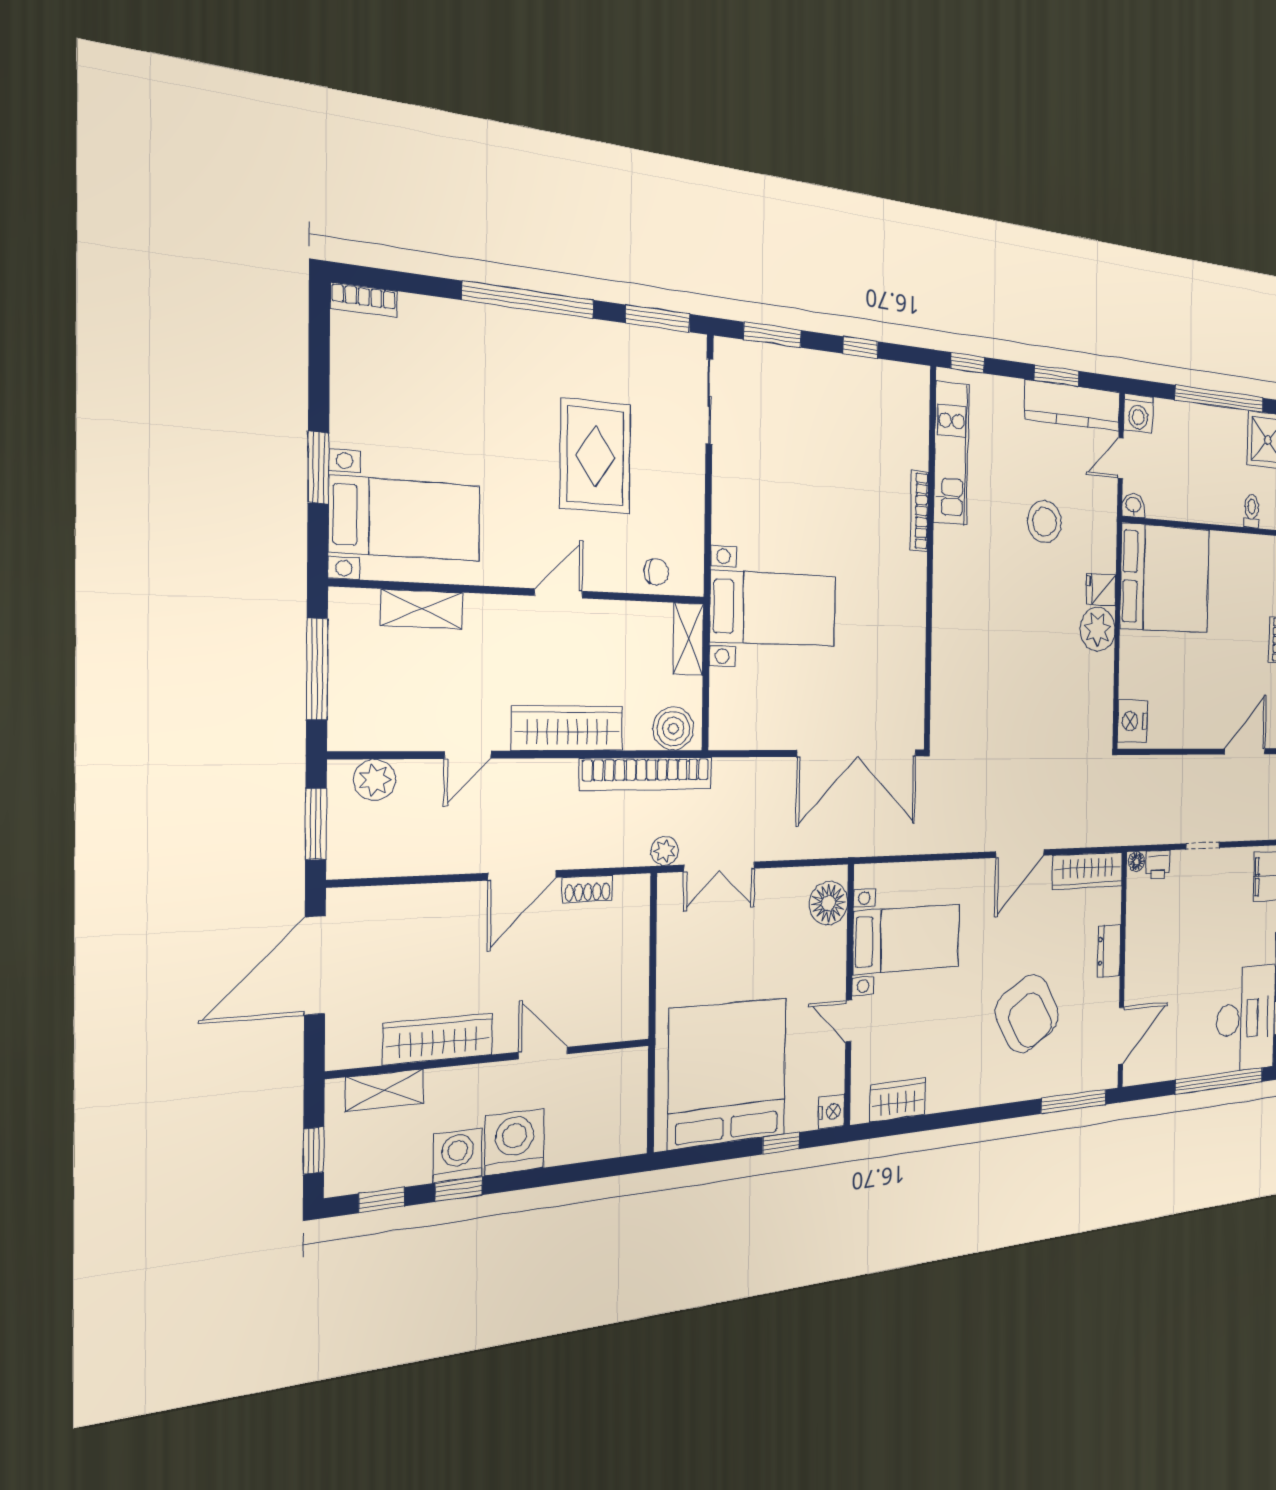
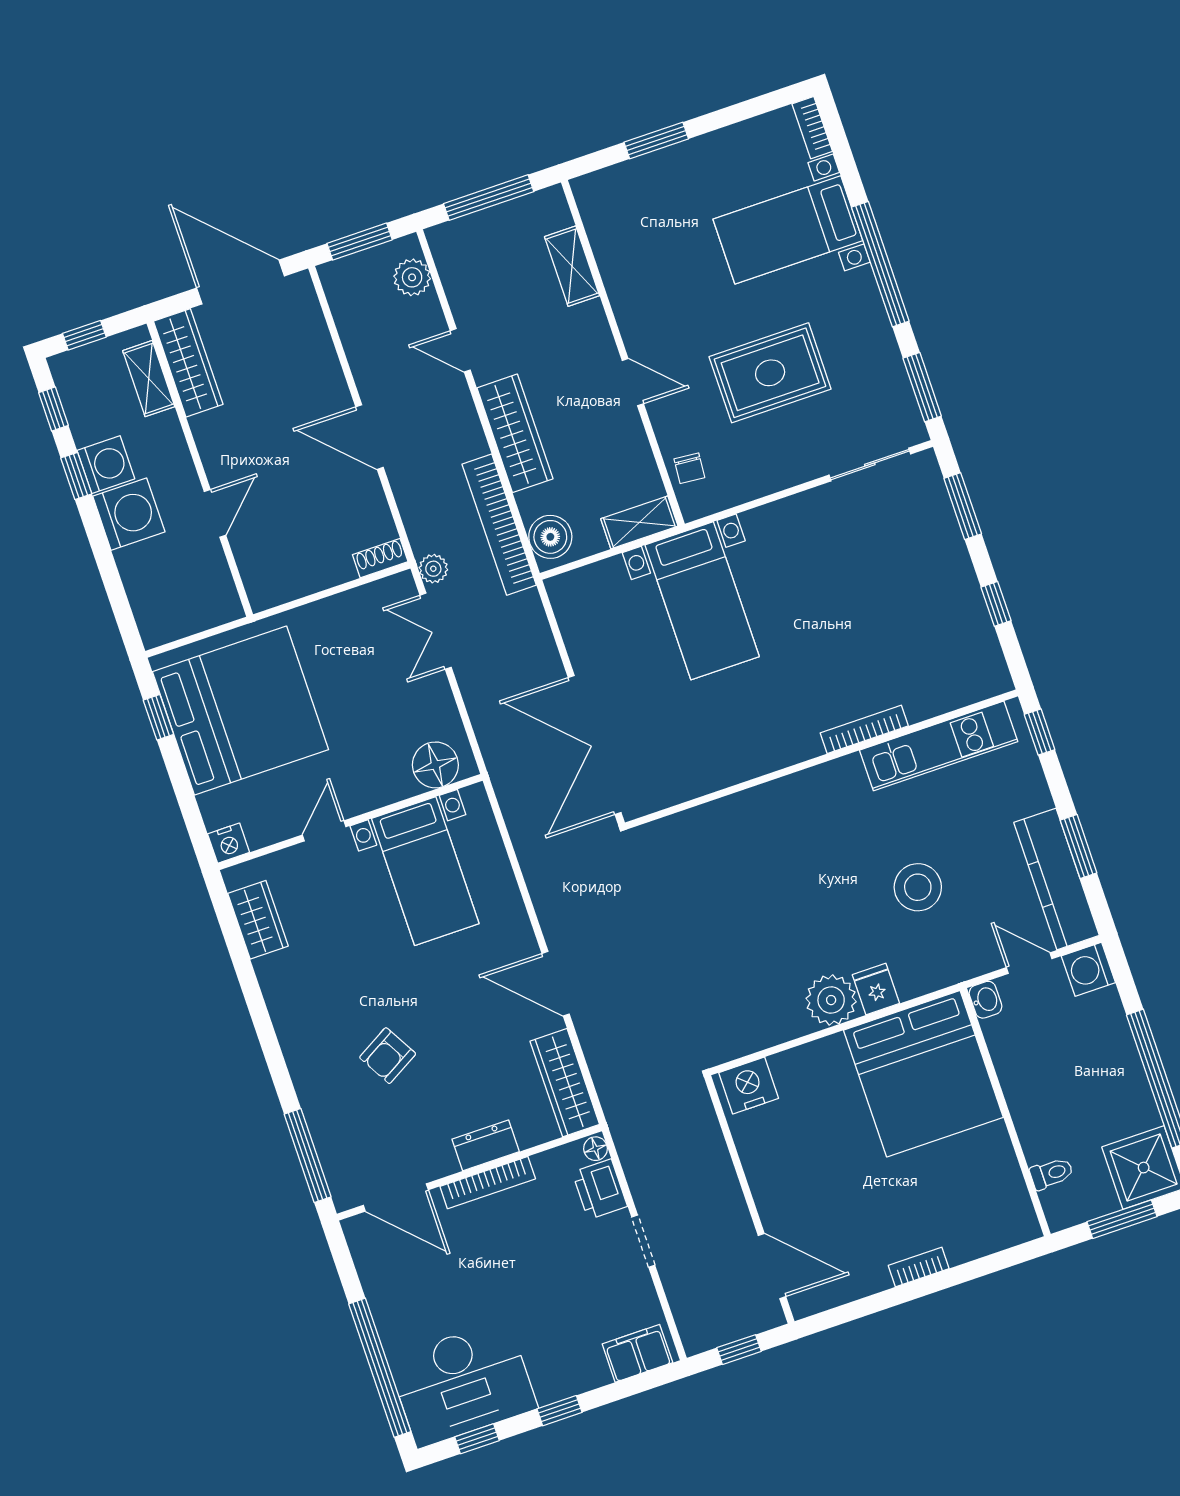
bed with nightstands: (406, 519) -> (788, 230), moved, turned 90
printer: (1158, 865) -> (600, 1189), width x1.36, depth x1.24
shoe rack: (588, 889) -> (380, 558), moved, turned 90
bookcase: (1133, 957) -> (488, 1183), added
armchair: (1027, 1014) -> (388, 1056), width x0.53, depth x0.53
wardrobe: (438, 1039) -> (188, 363), moved
window: (781, 1143) -> (158, 717), moved

